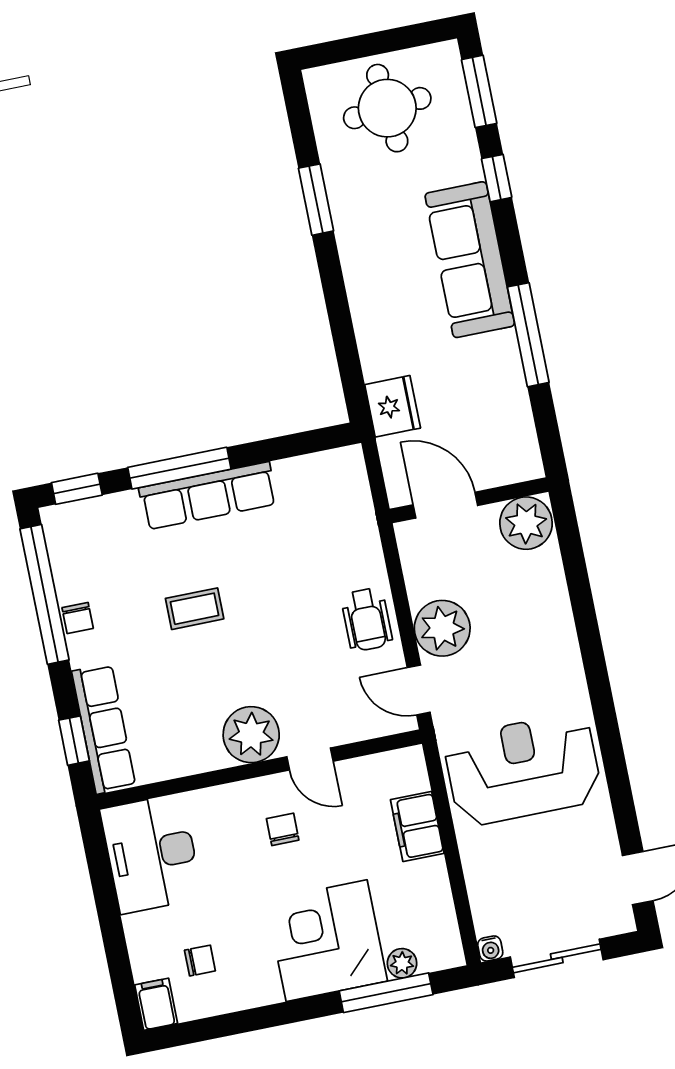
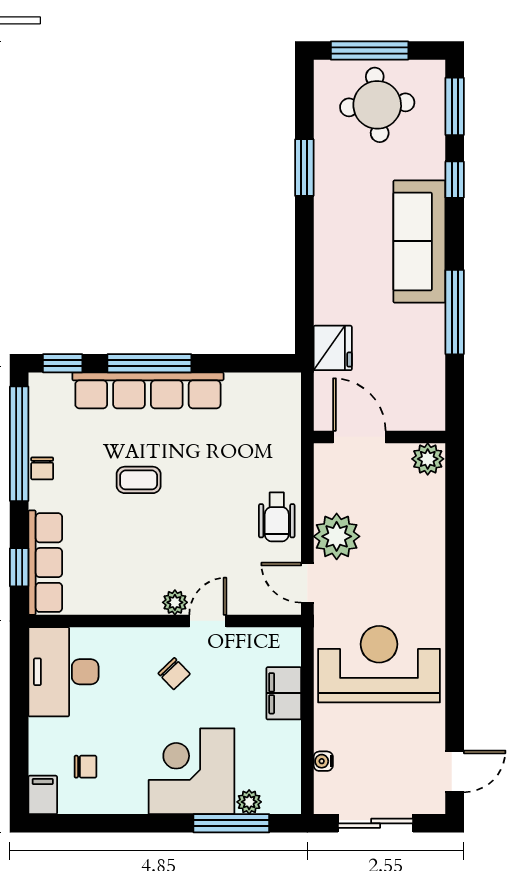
window: (365, 46) -> (370, 50), added
row of seats: (208, 496) -> (148, 390), width x1.36
plant: (526, 523) -> (428, 459), width x0.73, depth x0.73
plant: (251, 735) -> (175, 602), width x0.53, depth x0.53
door: (310, 759) -> (208, 621), swing flipped
chair: (283, 829) -> (174, 674), turned 136
water cooler: (490, 949) -> (323, 761), moved, turned 90

